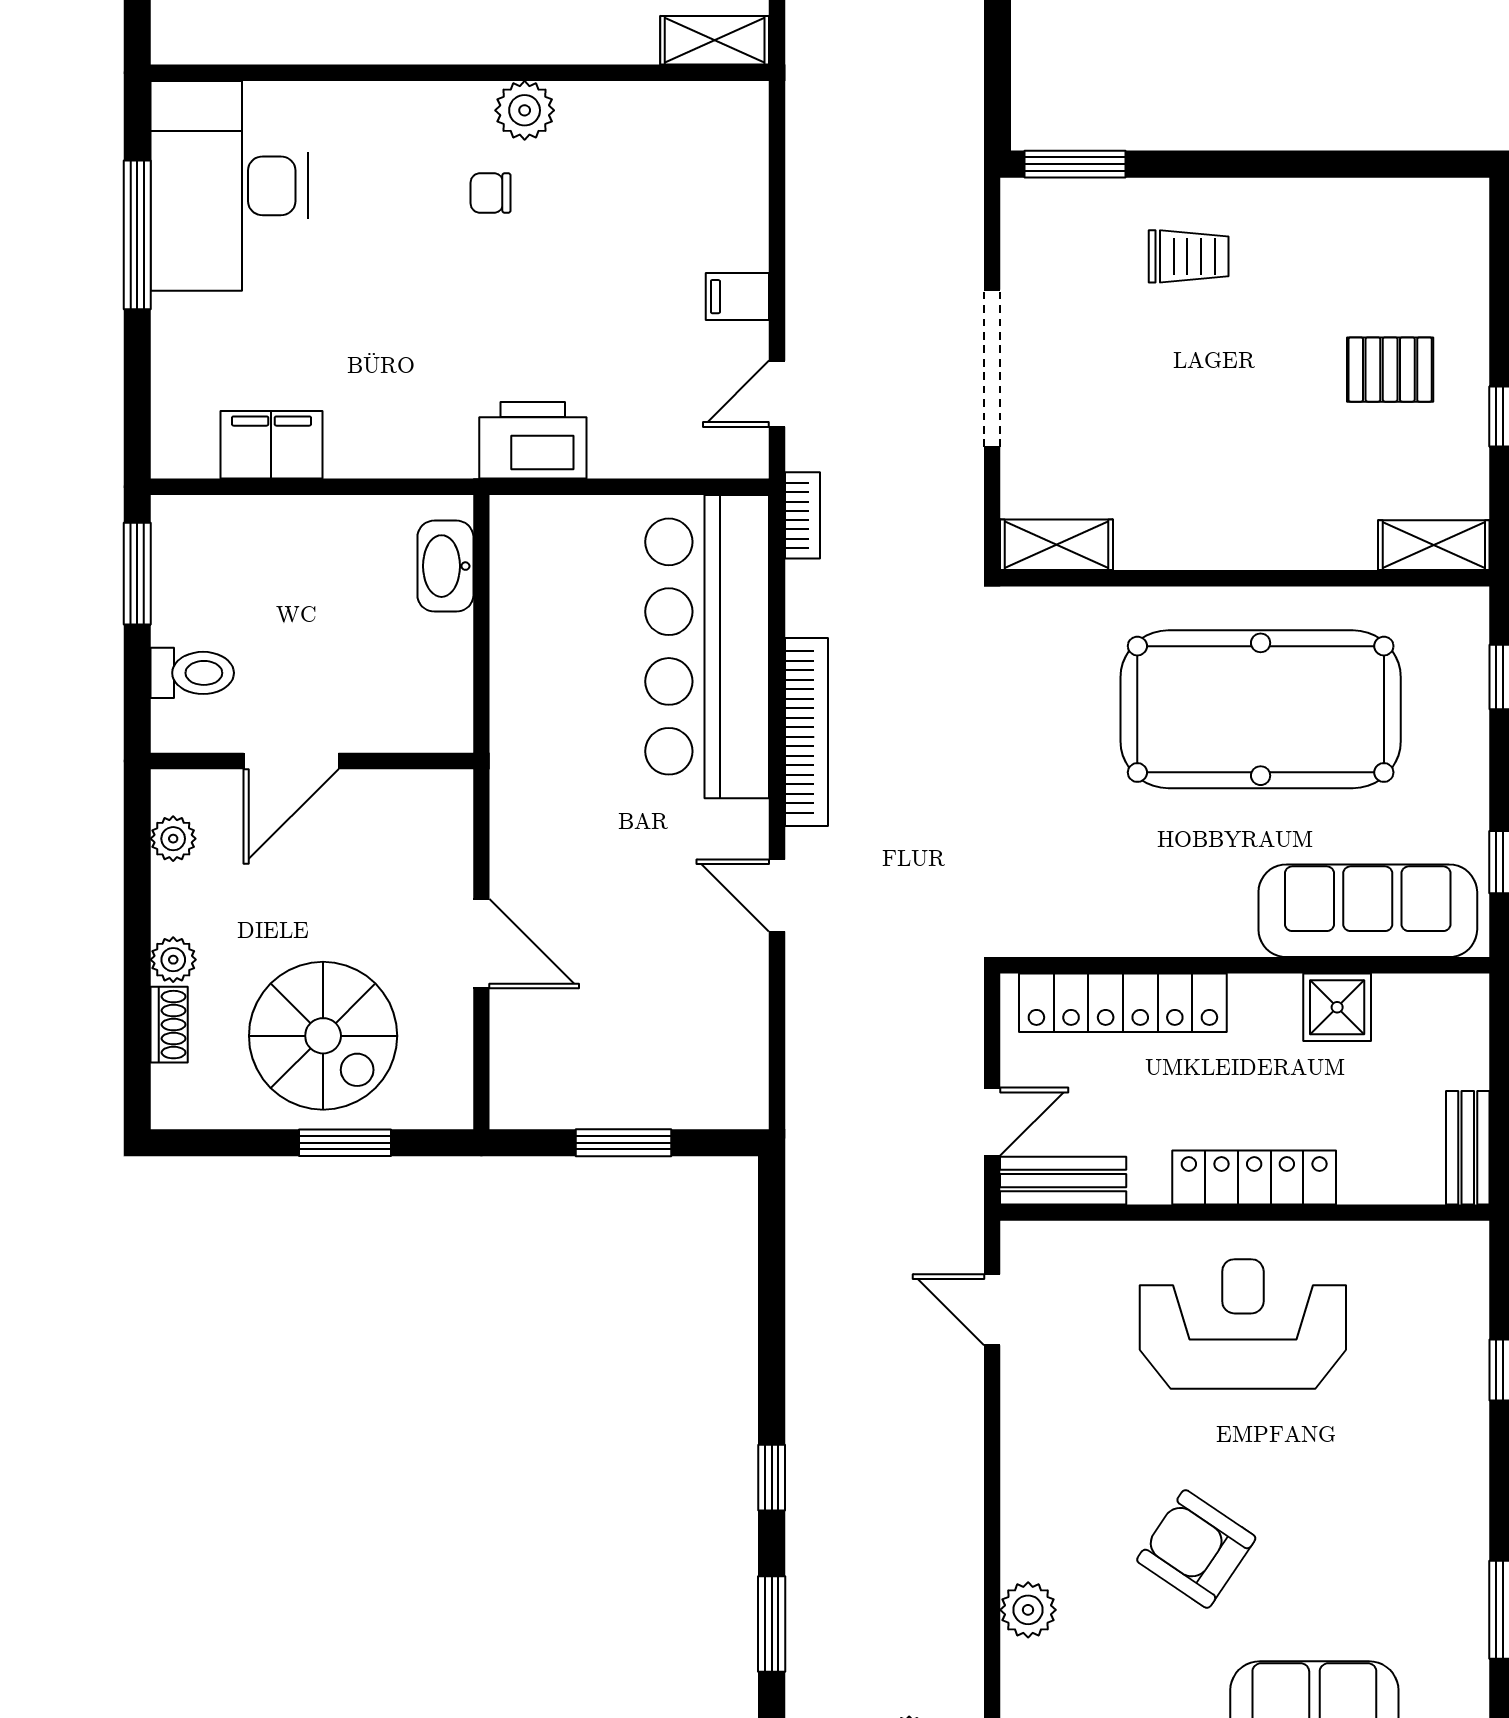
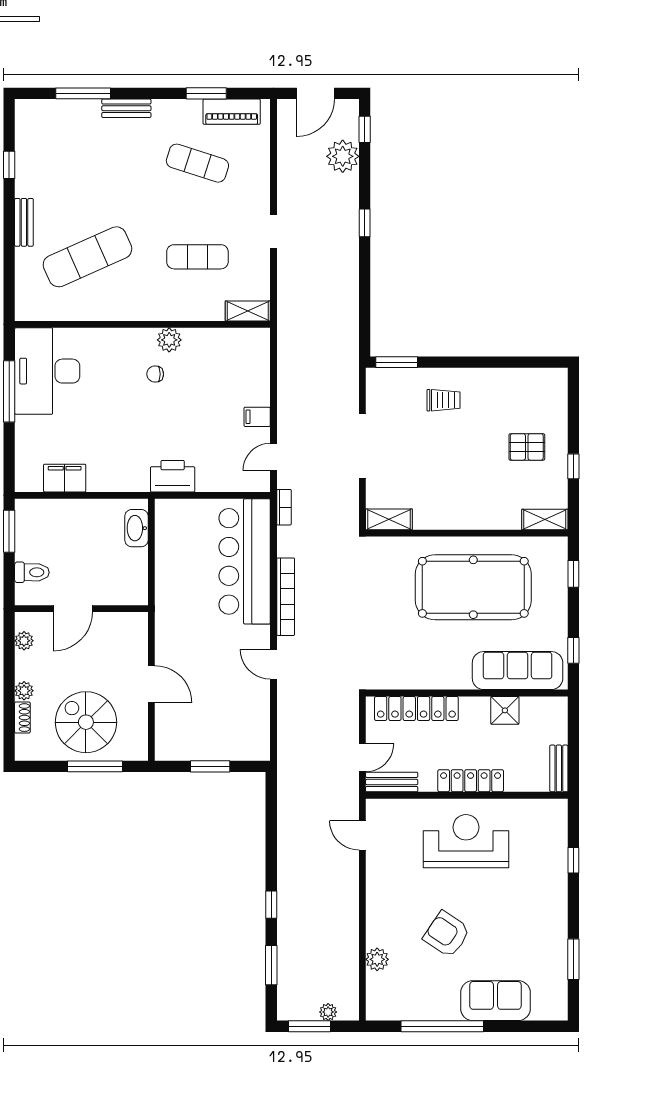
spiral stairs: (323, 1036) -> (86, 722), turned 180
window: (345, 1143) -> (95, 766), width x1.44

